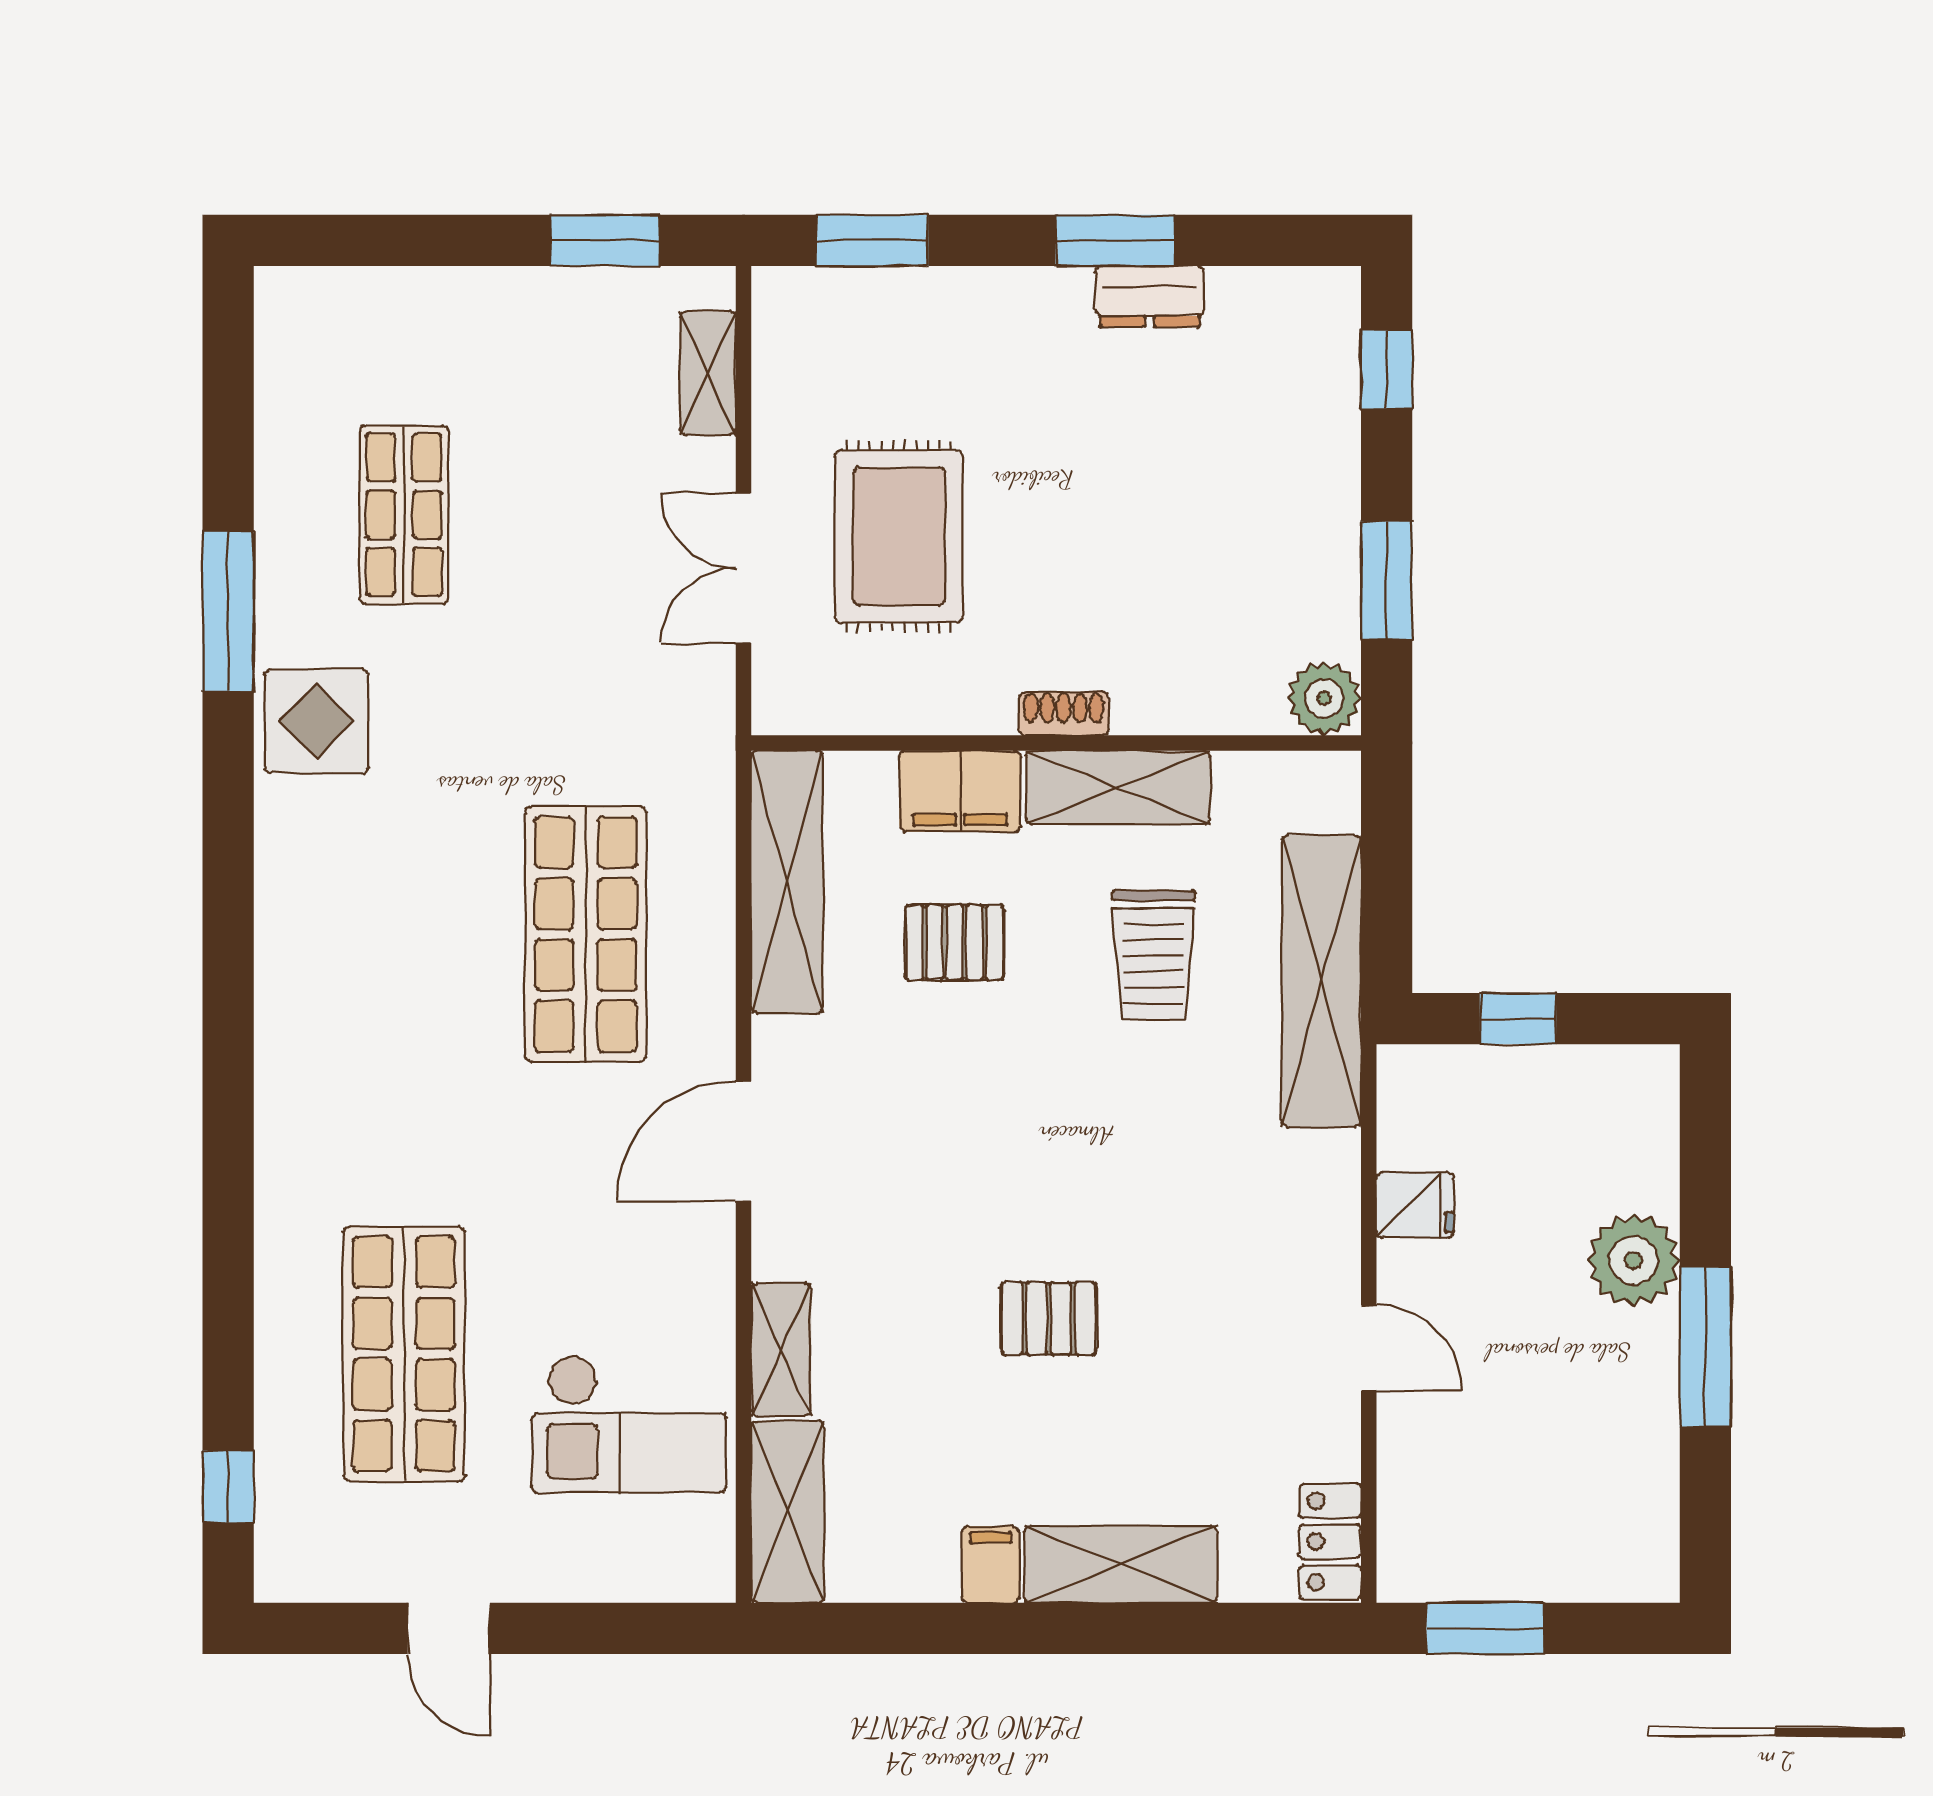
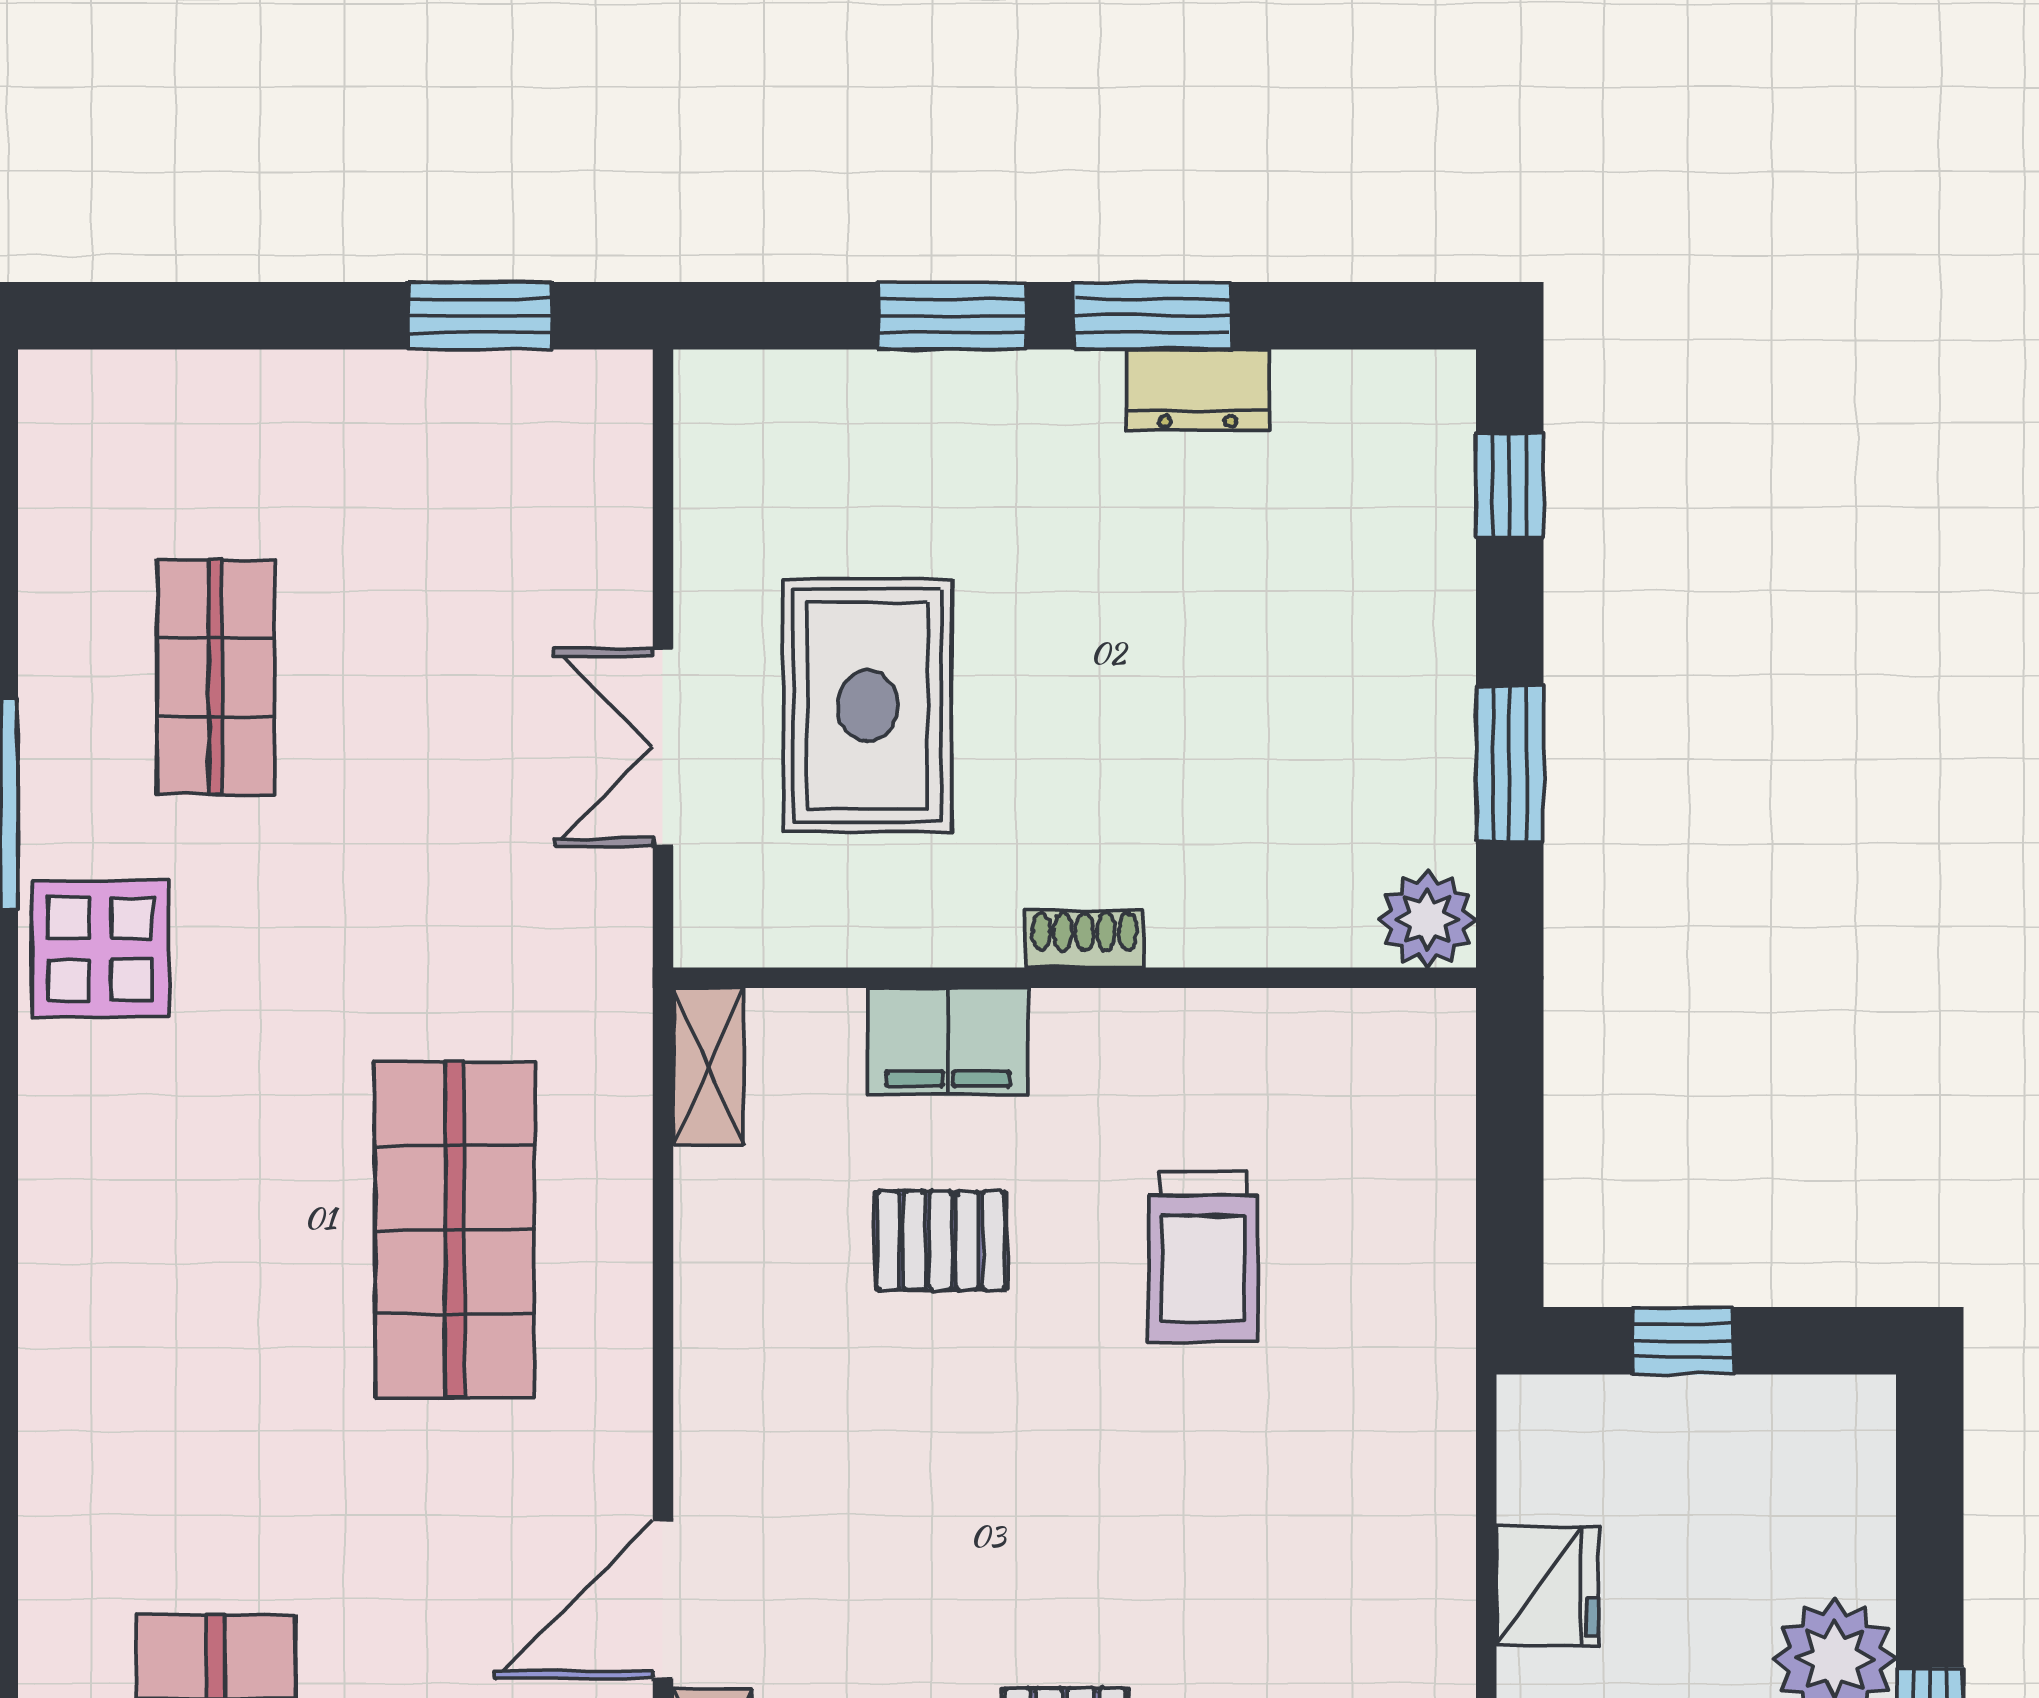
window: (872, 240) -> (952, 316), moved
shelving: (708, 373) -> (616, 491), removed
shelving: (1118, 787) -> (1156, 1036), removed
shelving: (787, 882) -> (708, 1067), width x0.45, depth x0.75
shelving: (1321, 981) -> (1424, 1291), removed
door: (744, 1141) -> (663, 1599), moved
fridge: (1415, 1205) -> (1547, 1586), width x1.38

